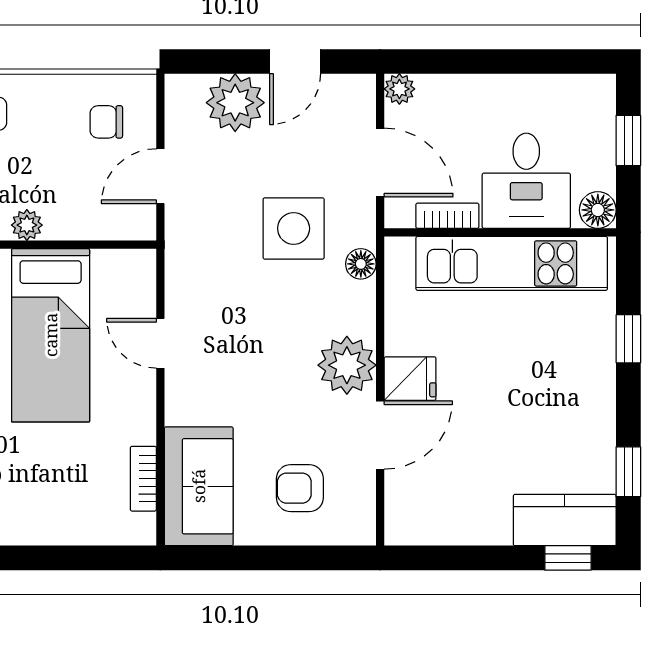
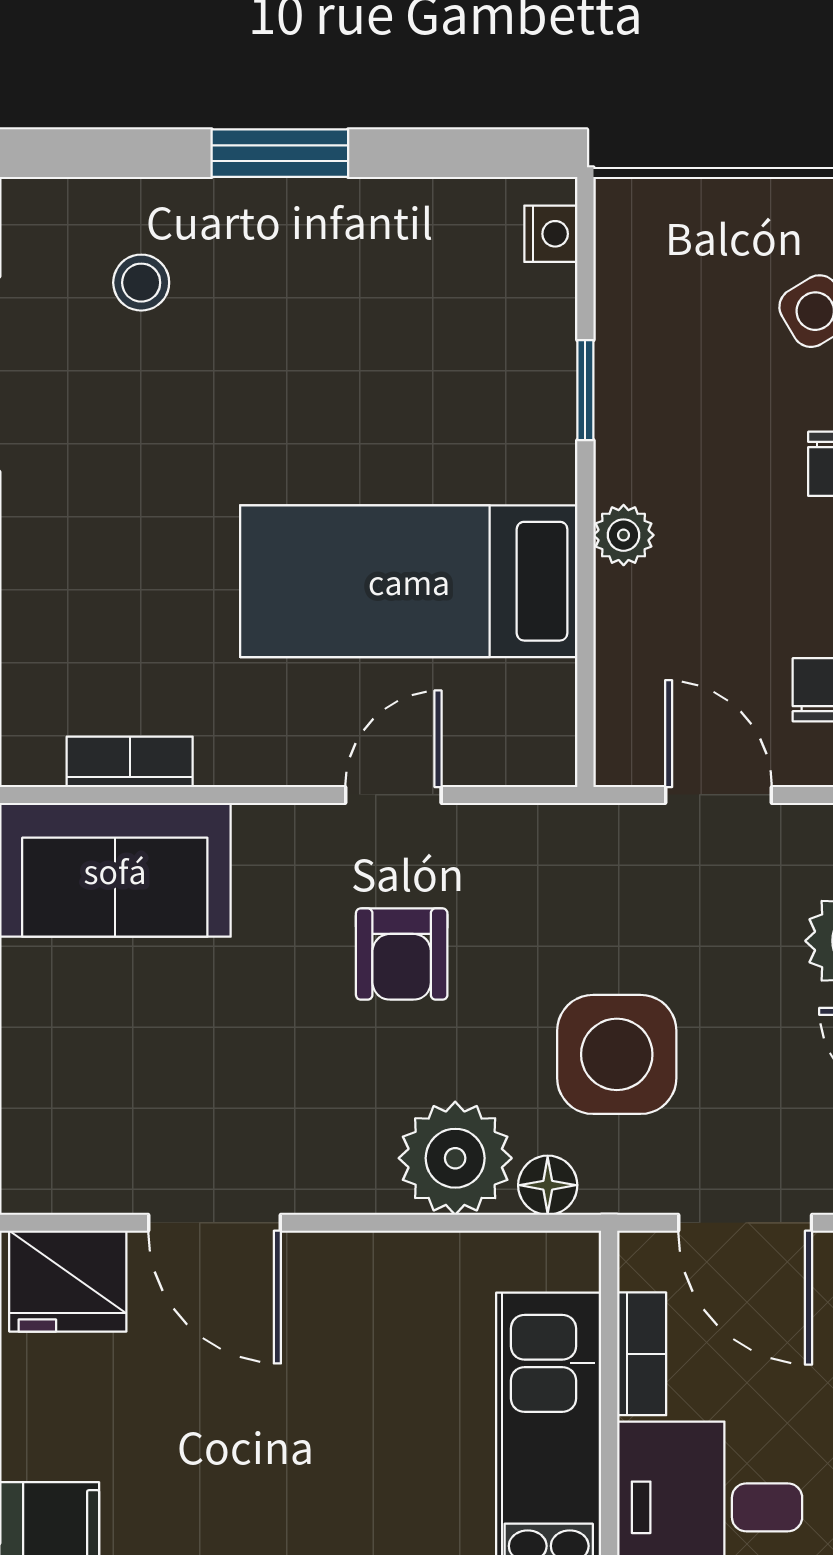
door: (380, 163) -> (745, 1223), hinge flipped
plant: (347, 365) -> (455, 1158), moved
fridge: (410, 379) -> (68, 1281), moved, width x1.38
armchair: (300, 488) -> (402, 954), moved, turned 180

